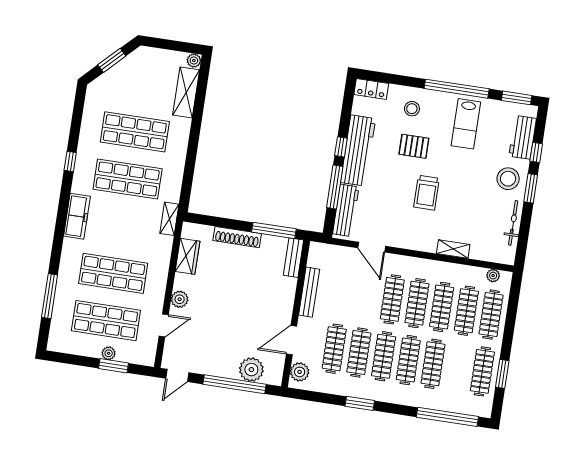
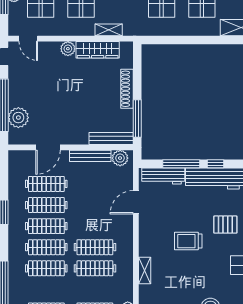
pallet: (414, 146) -> (225, 225), turned 90
shelving: (169, 219) -> (109, 30), moved
wardrobe: (188, 256) -> (98, 50), width x1.50
bench: (294, 258) -> (111, 138), width x1.36
clothes rail: (392, 299) -> (95, 226), removed
clothes rail: (466, 311) -> (95, 289), removed
door: (164, 325) -> (28, 39), moved
door: (292, 340) -> (48, 147), swing flipped
plant: (300, 372) -> (120, 158), moved

